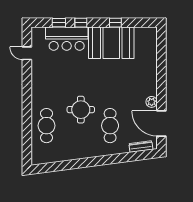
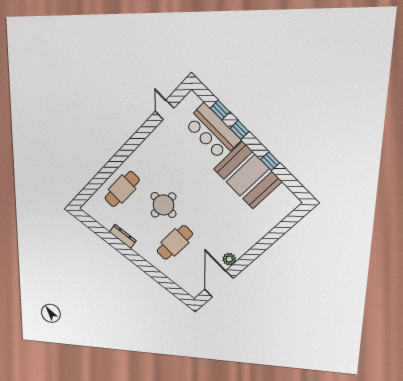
dresser: (141, 146) -> (123, 236), moved

